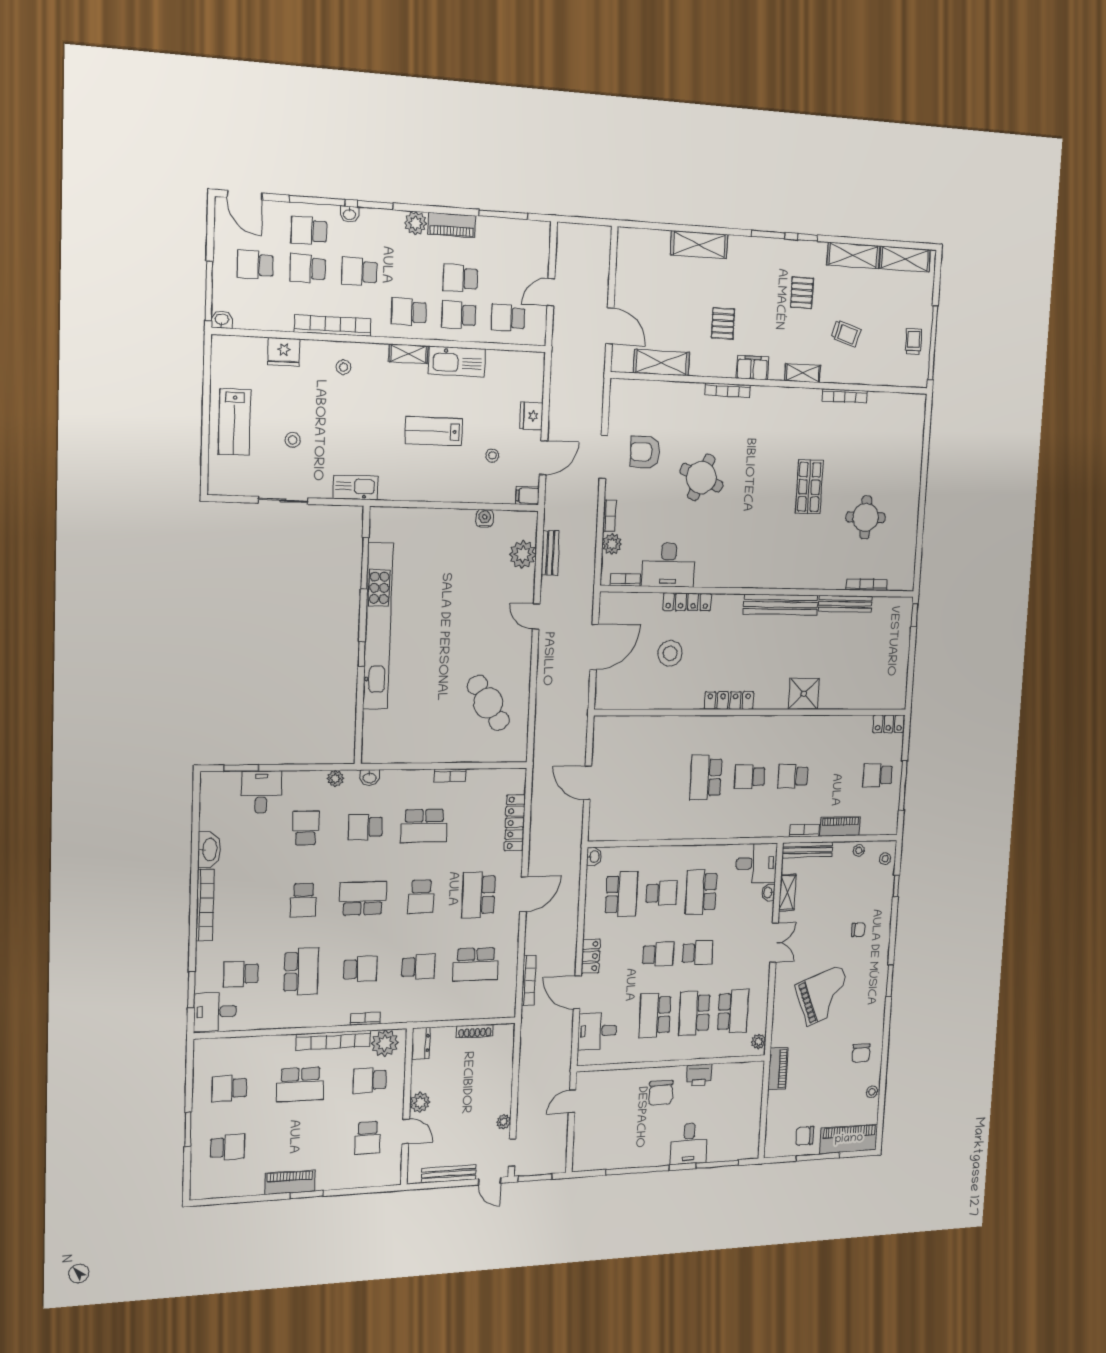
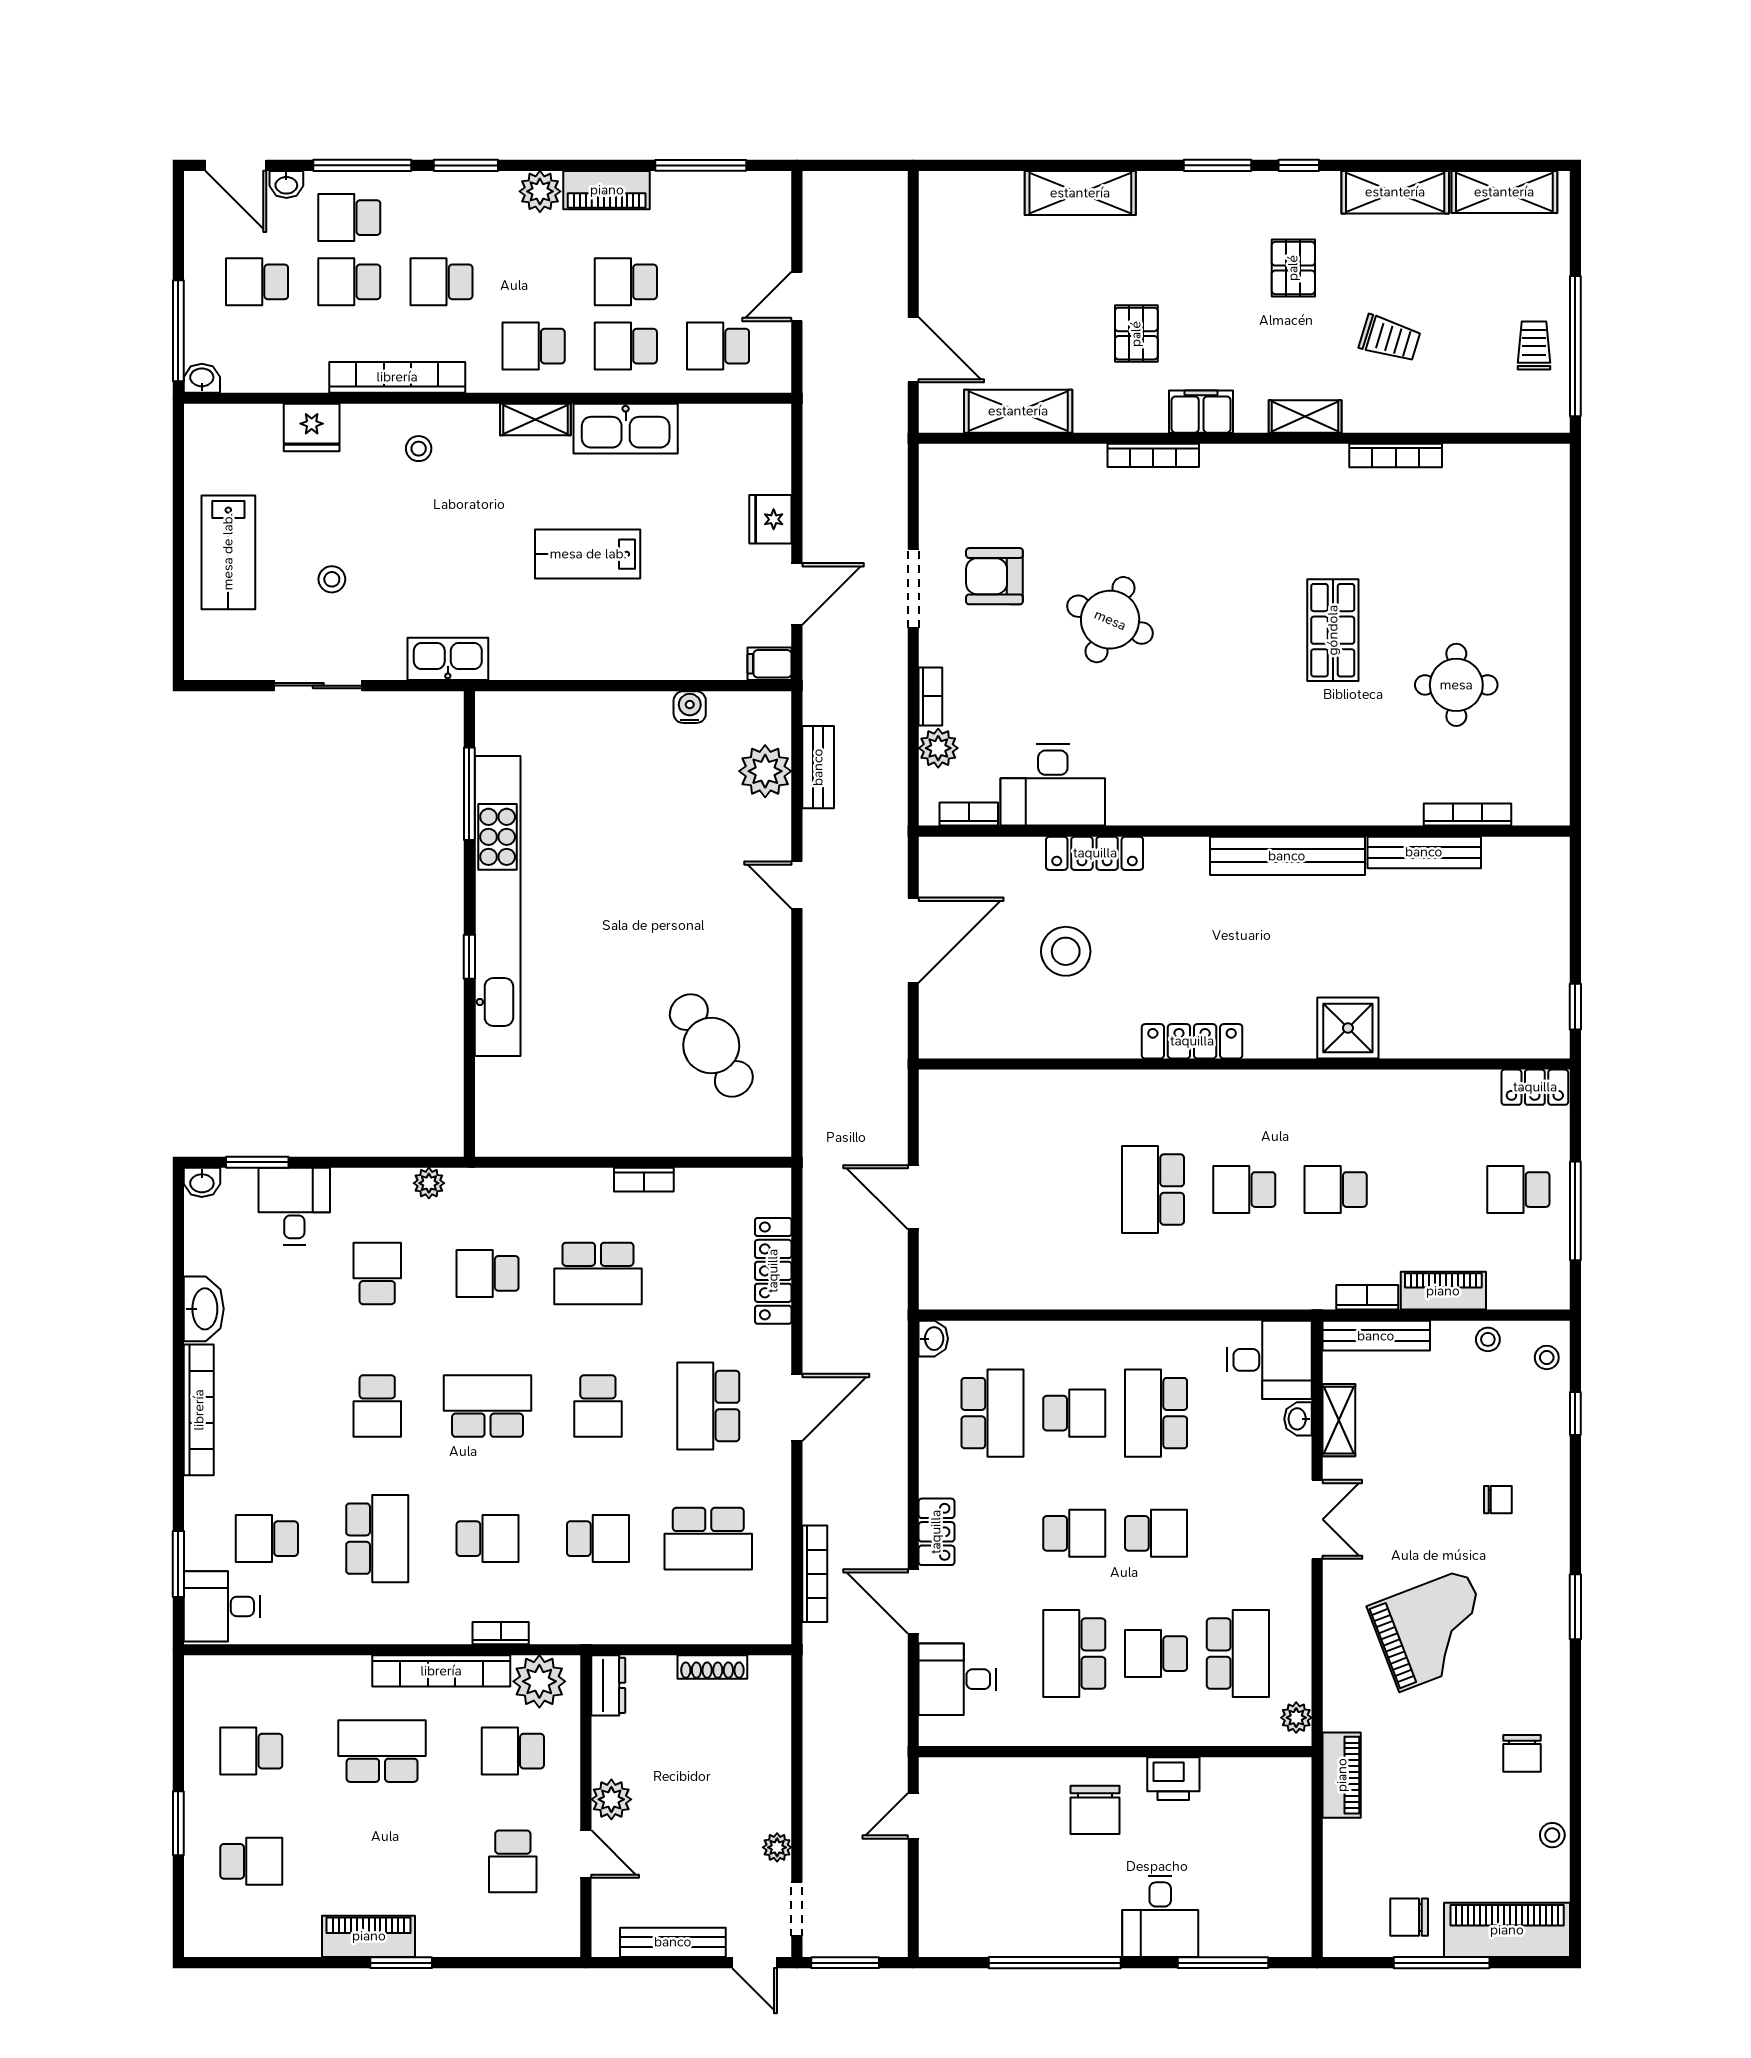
washbasin: (349, 214) -> (286, 184), moved
stool: (492, 456) -> (699, 593), removed
window: (914, 615) -> (1575, 1007), moved
washbasin: (370, 778) -> (202, 1182), moved
school desk: (694, 1013) -> (1156, 1654), width x0.54
school desk: (300, 1084) -> (382, 1751), turned 180

